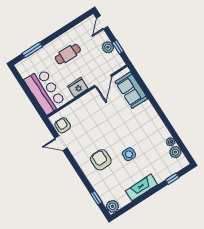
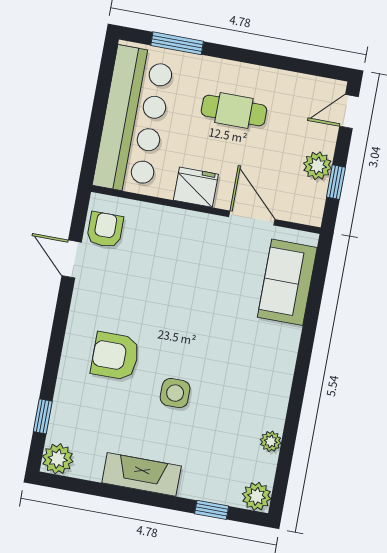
door: (103, 81) -> (252, 218), swing flipped
bar counter: (45, 91) -> (134, 120), width x1.36
plant: (175, 152) -> (257, 496), moved
armchair: (101, 160) -> (115, 356), turned -90

